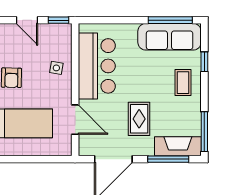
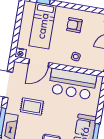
nightstand: (65, 148) -> (21, 53), added

